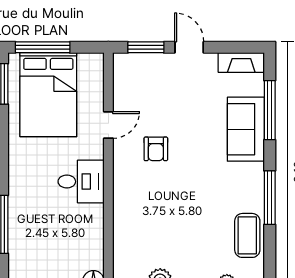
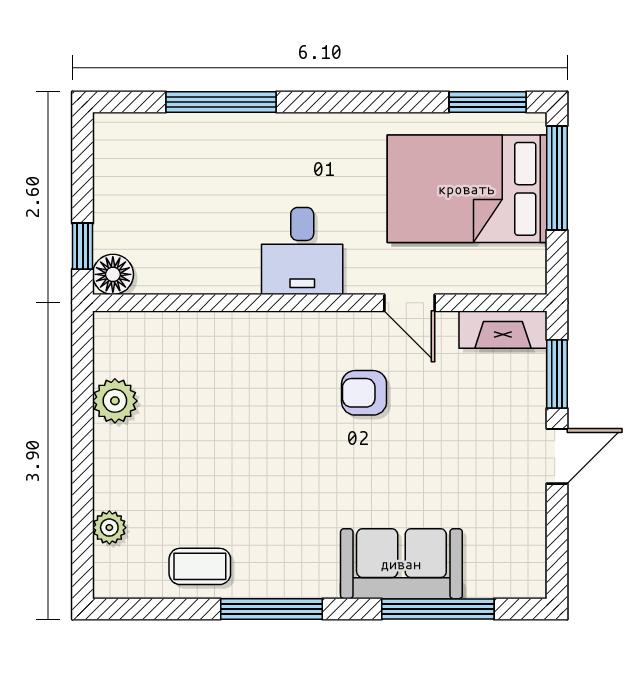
fireplace: (241, 62) -> (503, 330), moved, turned -90
coffee table: (247, 235) -> (200, 566), width x0.73, depth x0.77

